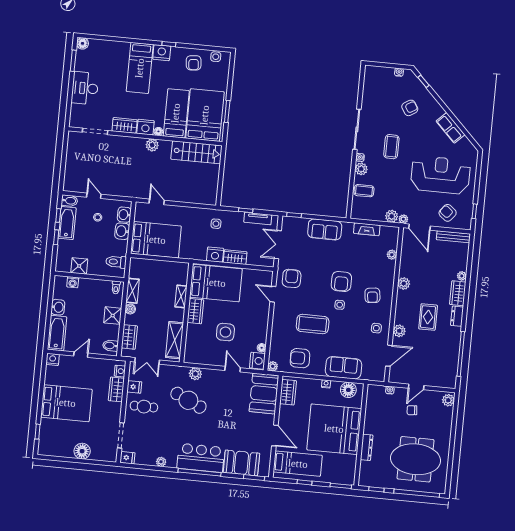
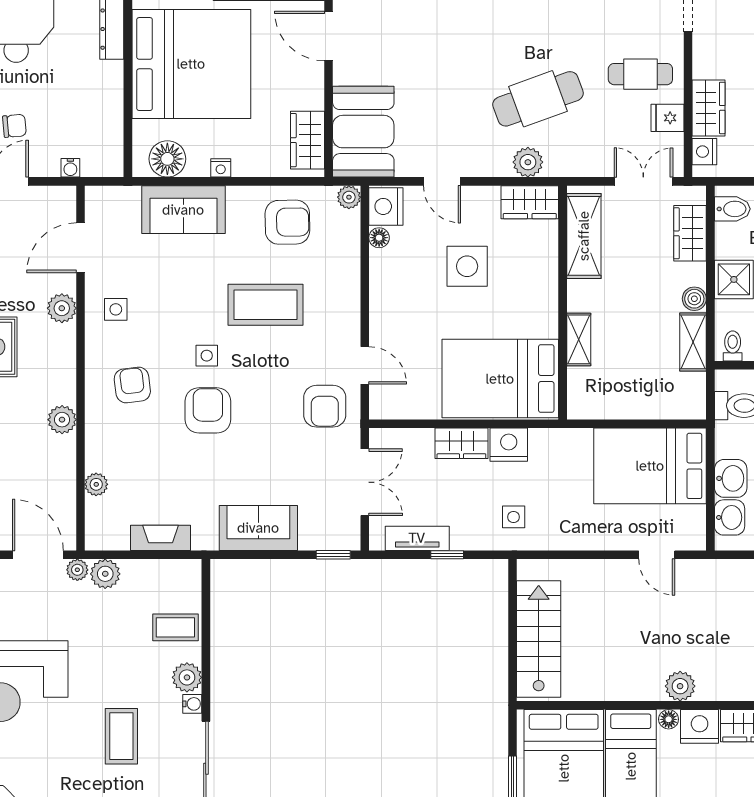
stairs: (196, 152) -> (539, 639), moved, turned 90
wardrobe: (195, 311) -> (530, 202), moved, turned -90
cafe table: (188, 400) -> (538, 99), turned -45

